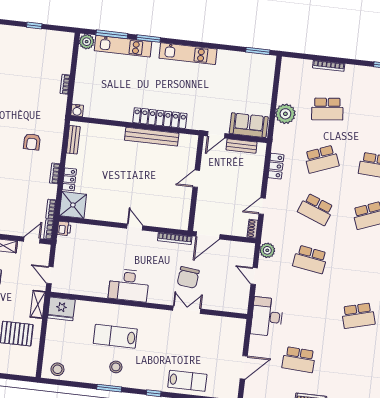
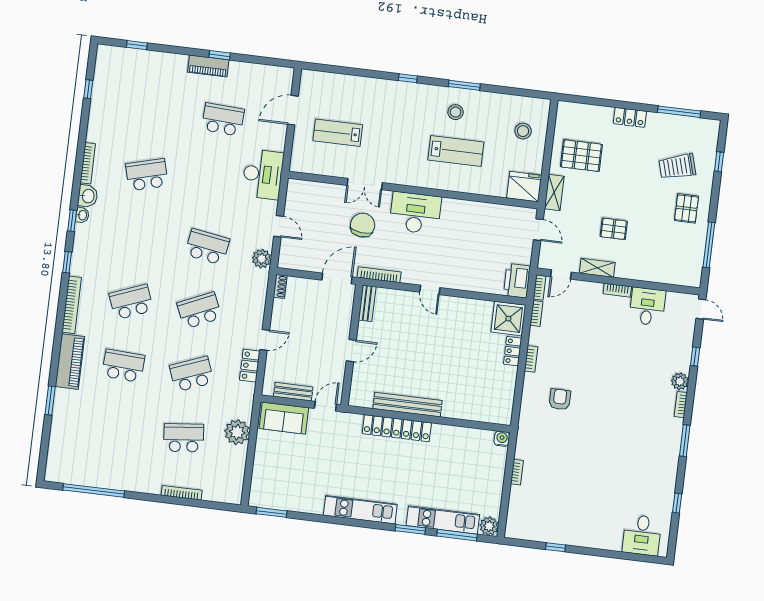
bench: (73, 140) -> (367, 303), moved
door: (262, 206) -> (265, 340), moved
school desk: (316, 209) -> (199, 310), turned -45
printer: (64, 228) -> (517, 281), width x1.87, depth x1.48
desk: (129, 285) -> (415, 213), moved
stool: (57, 369) -> (523, 131), moved
lab bench: (187, 381) -> (338, 133), moved

